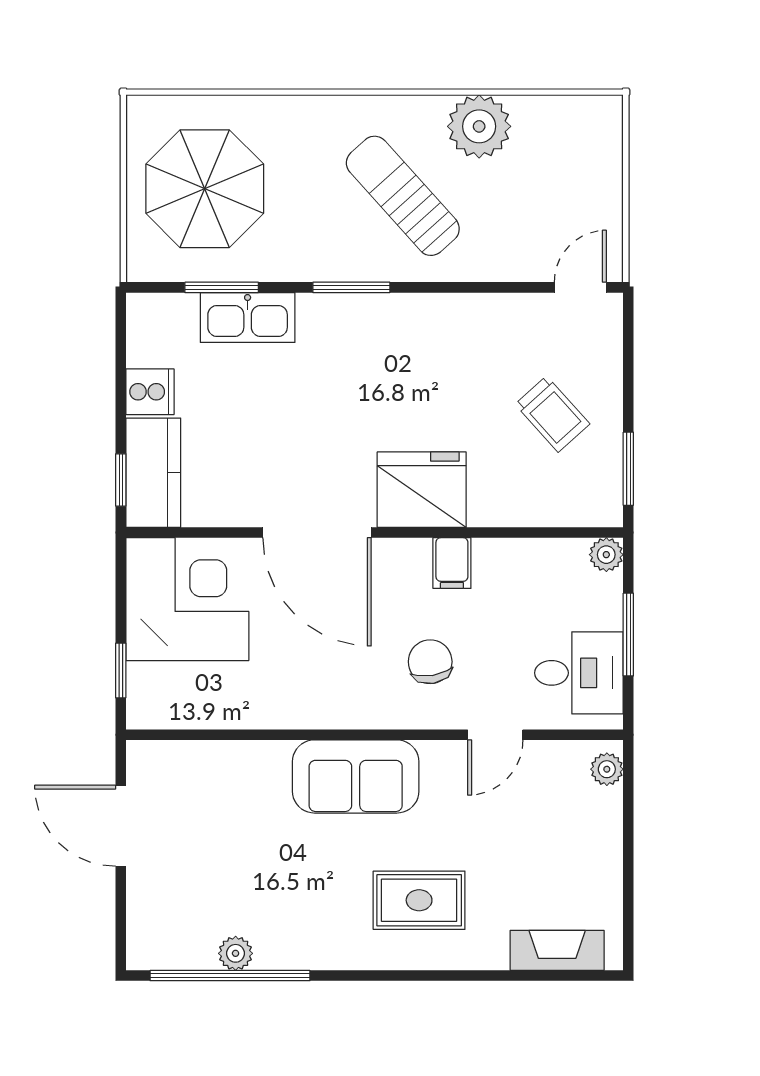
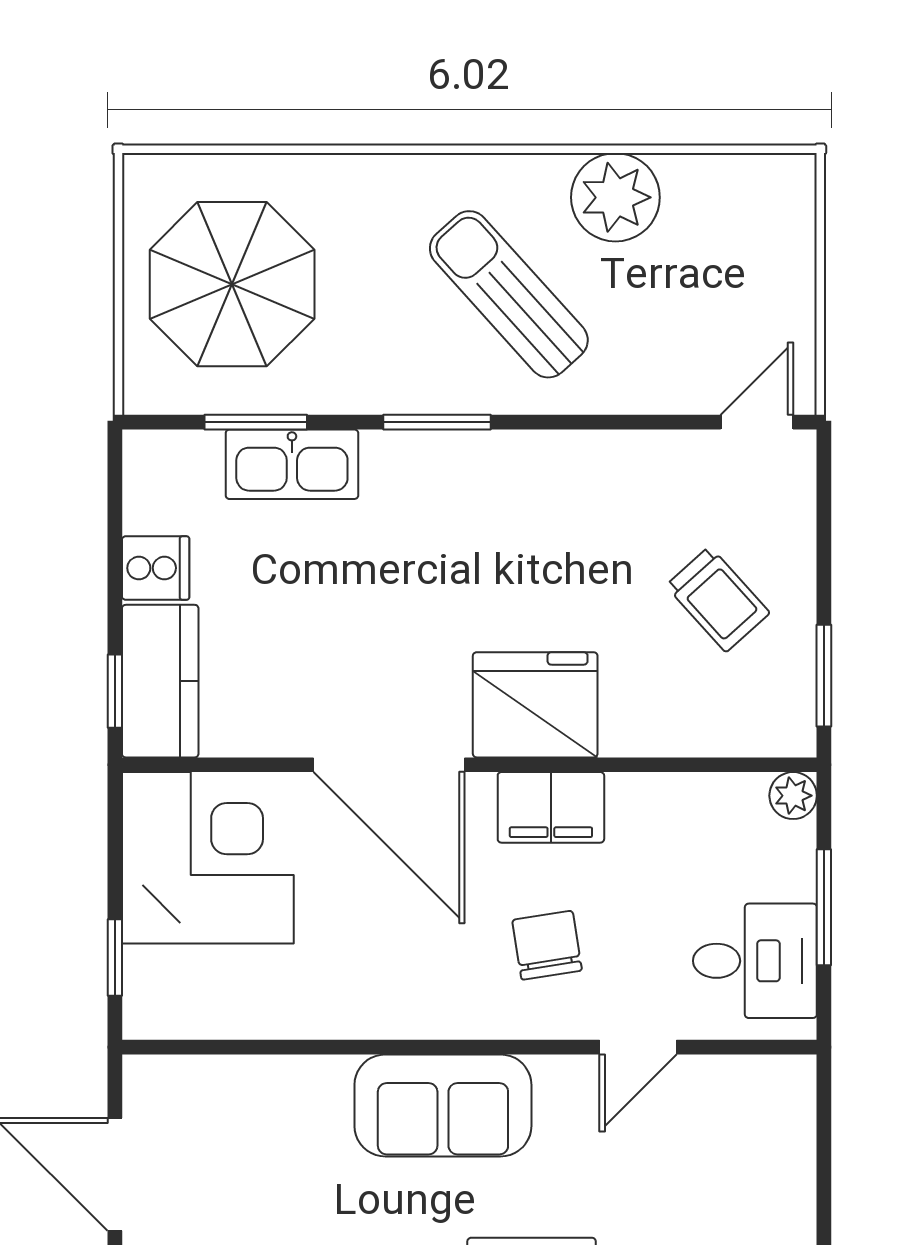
filing cabinet: (452, 563) -> (551, 807), width x2.00
plant: (607, 769) -> (794, 1095), removed

